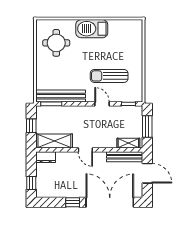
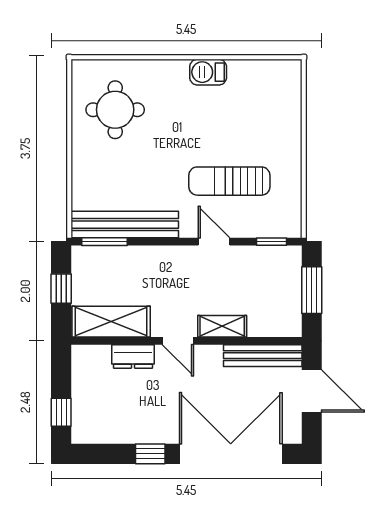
barbecue: (92, 29) -> (208, 72), width x0.53, depth x0.65
shelving: (128, 143) -> (222, 326), moved
dresser: (46, 157) -> (133, 357), moved

